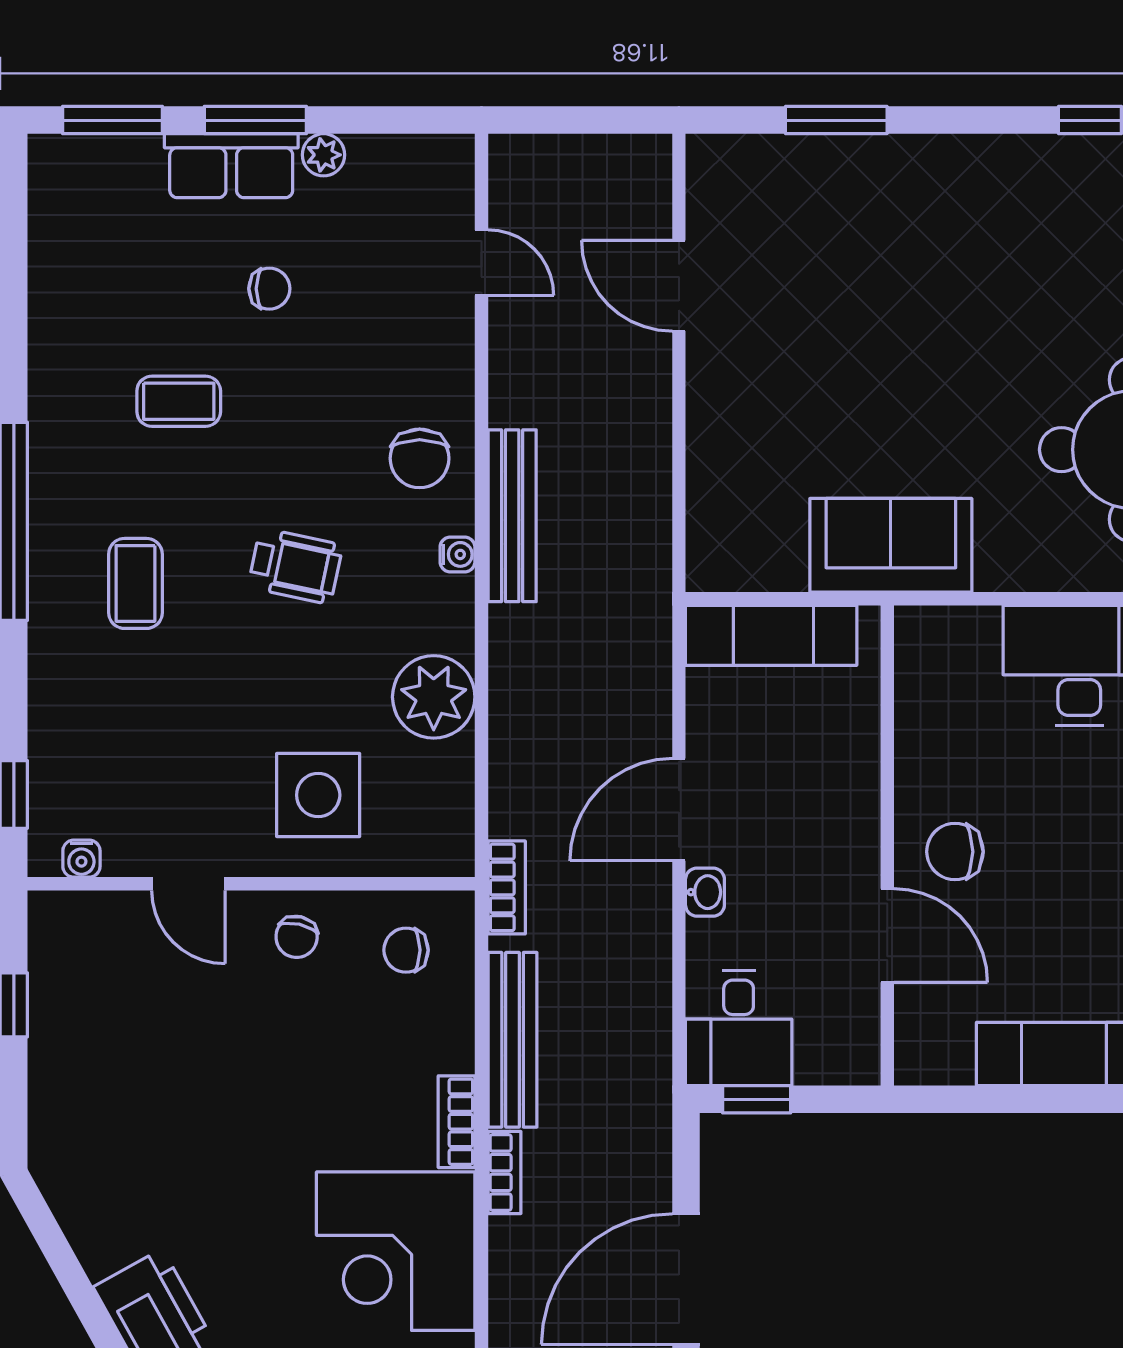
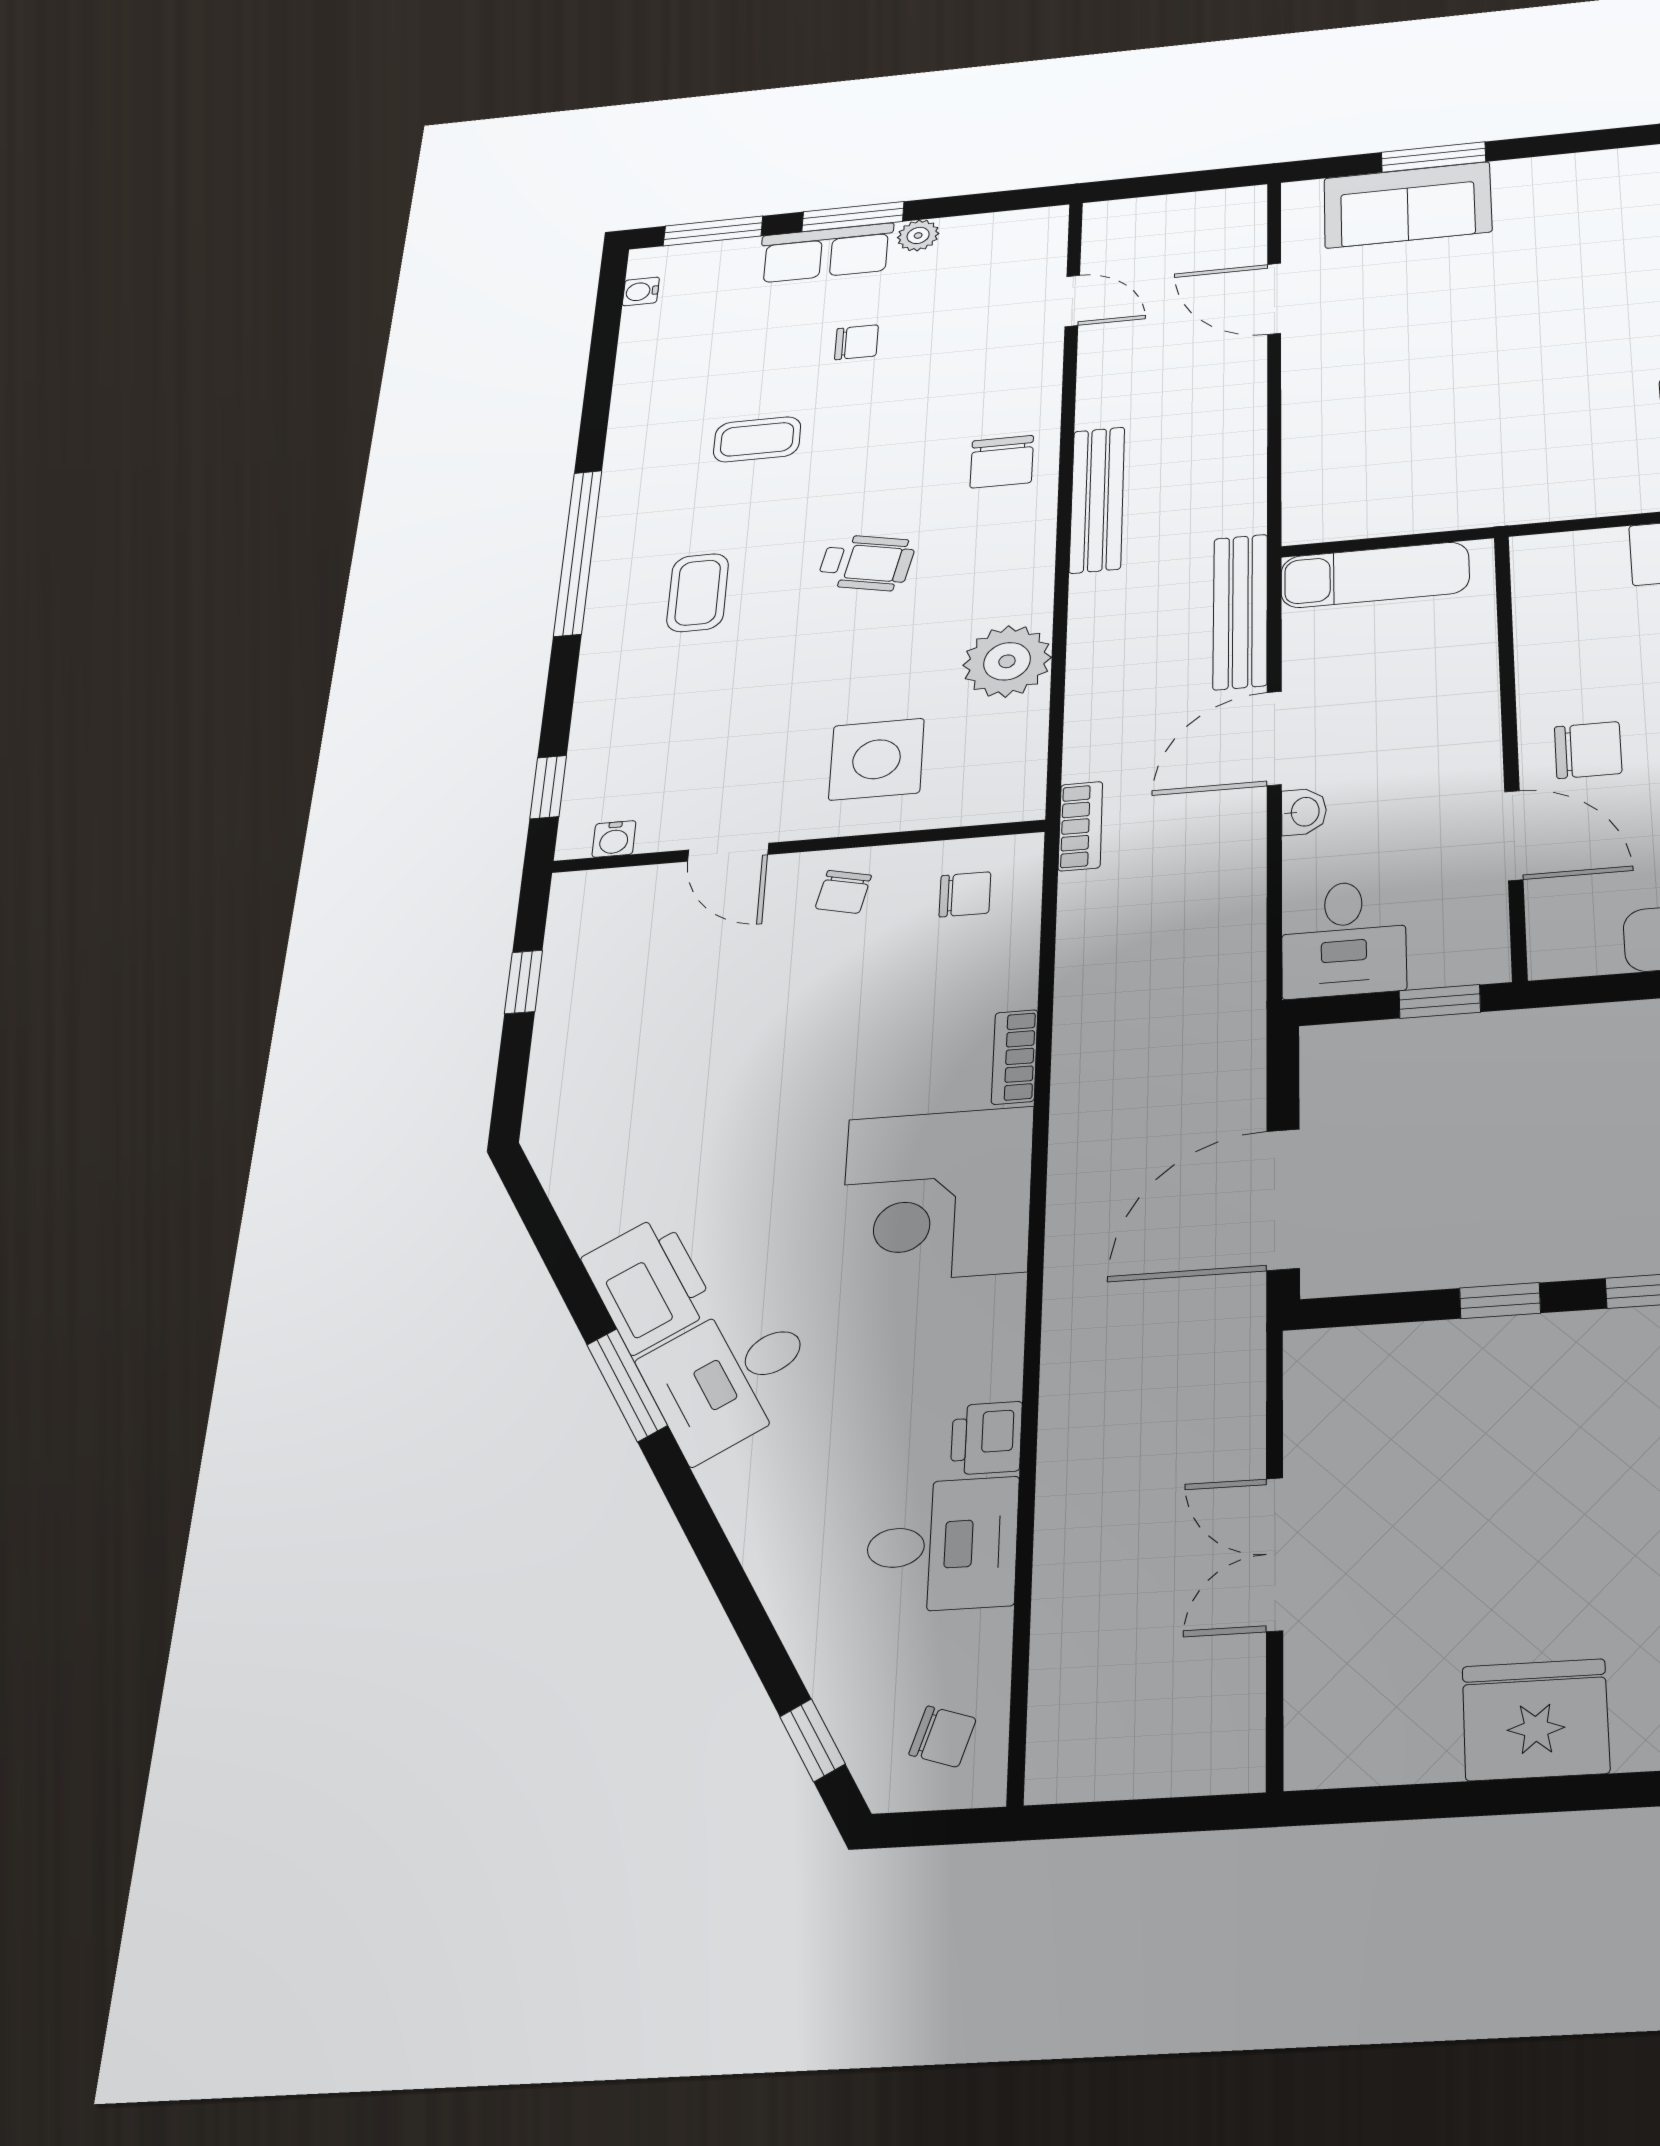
sofa: (891, 545) -> (1408, 205), moved, turned 180
water cooler: (457, 554) -> (641, 291), moved, turned 180
chair: (955, 852) -> (1588, 750), turned 180
chair: (406, 950) -> (965, 894), turned 180
bench: (513, 1040) -> (1240, 611), moved
window: (757, 1099) -> (1440, 1002), moved
bookcase: (504, 1172) -> (1069, 1104), removed

